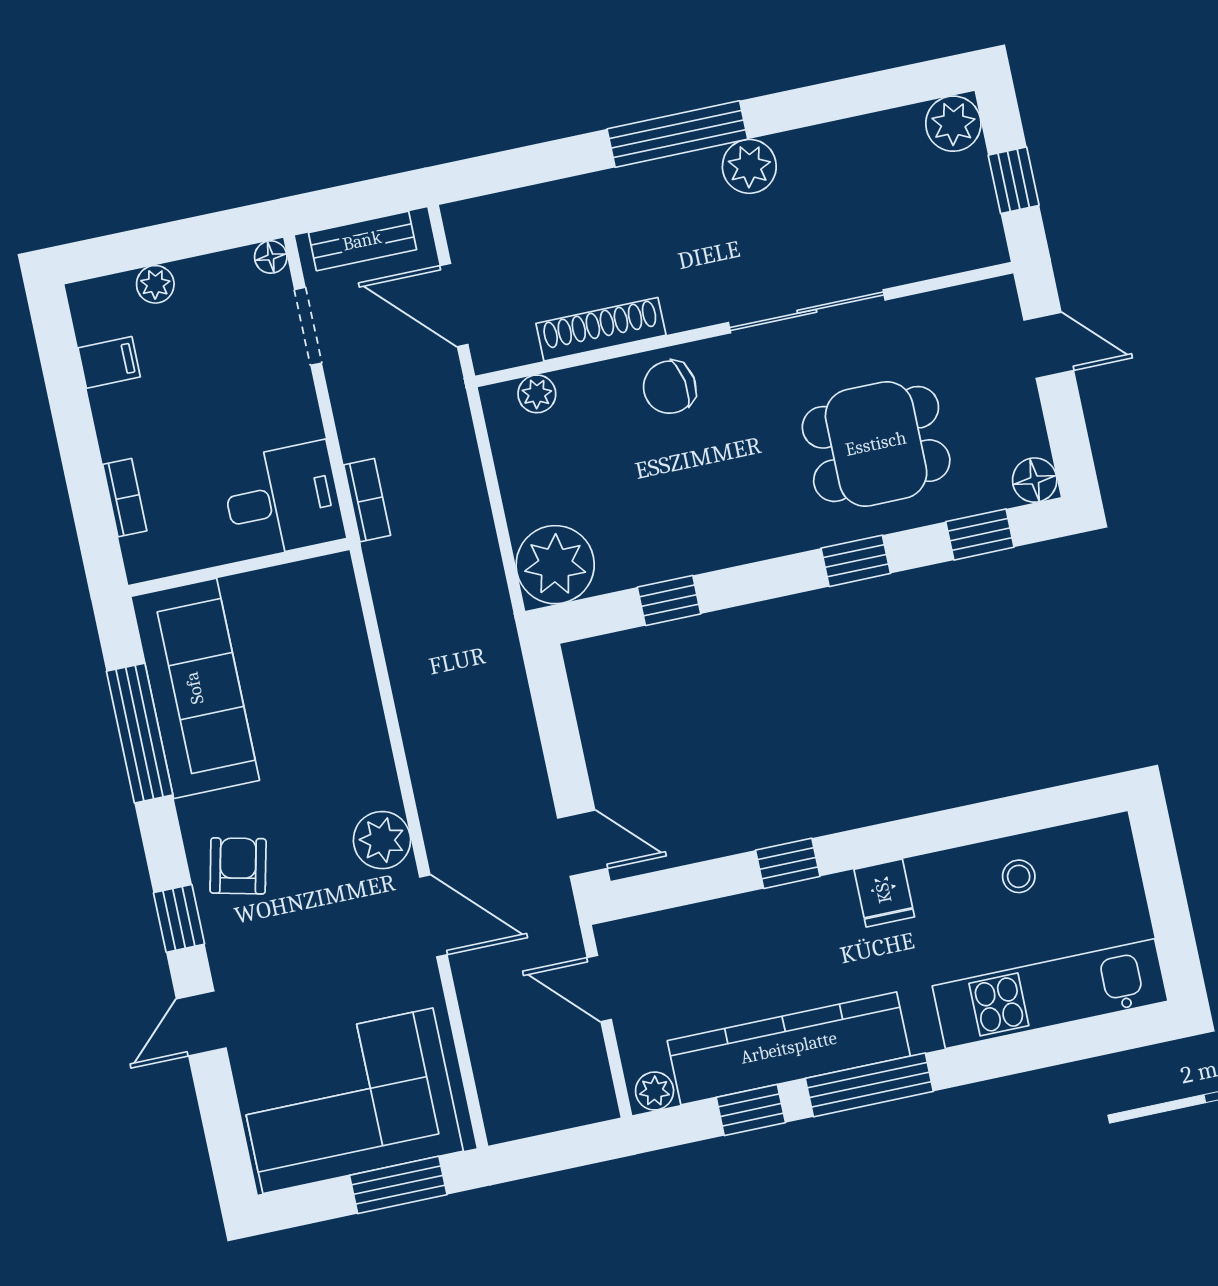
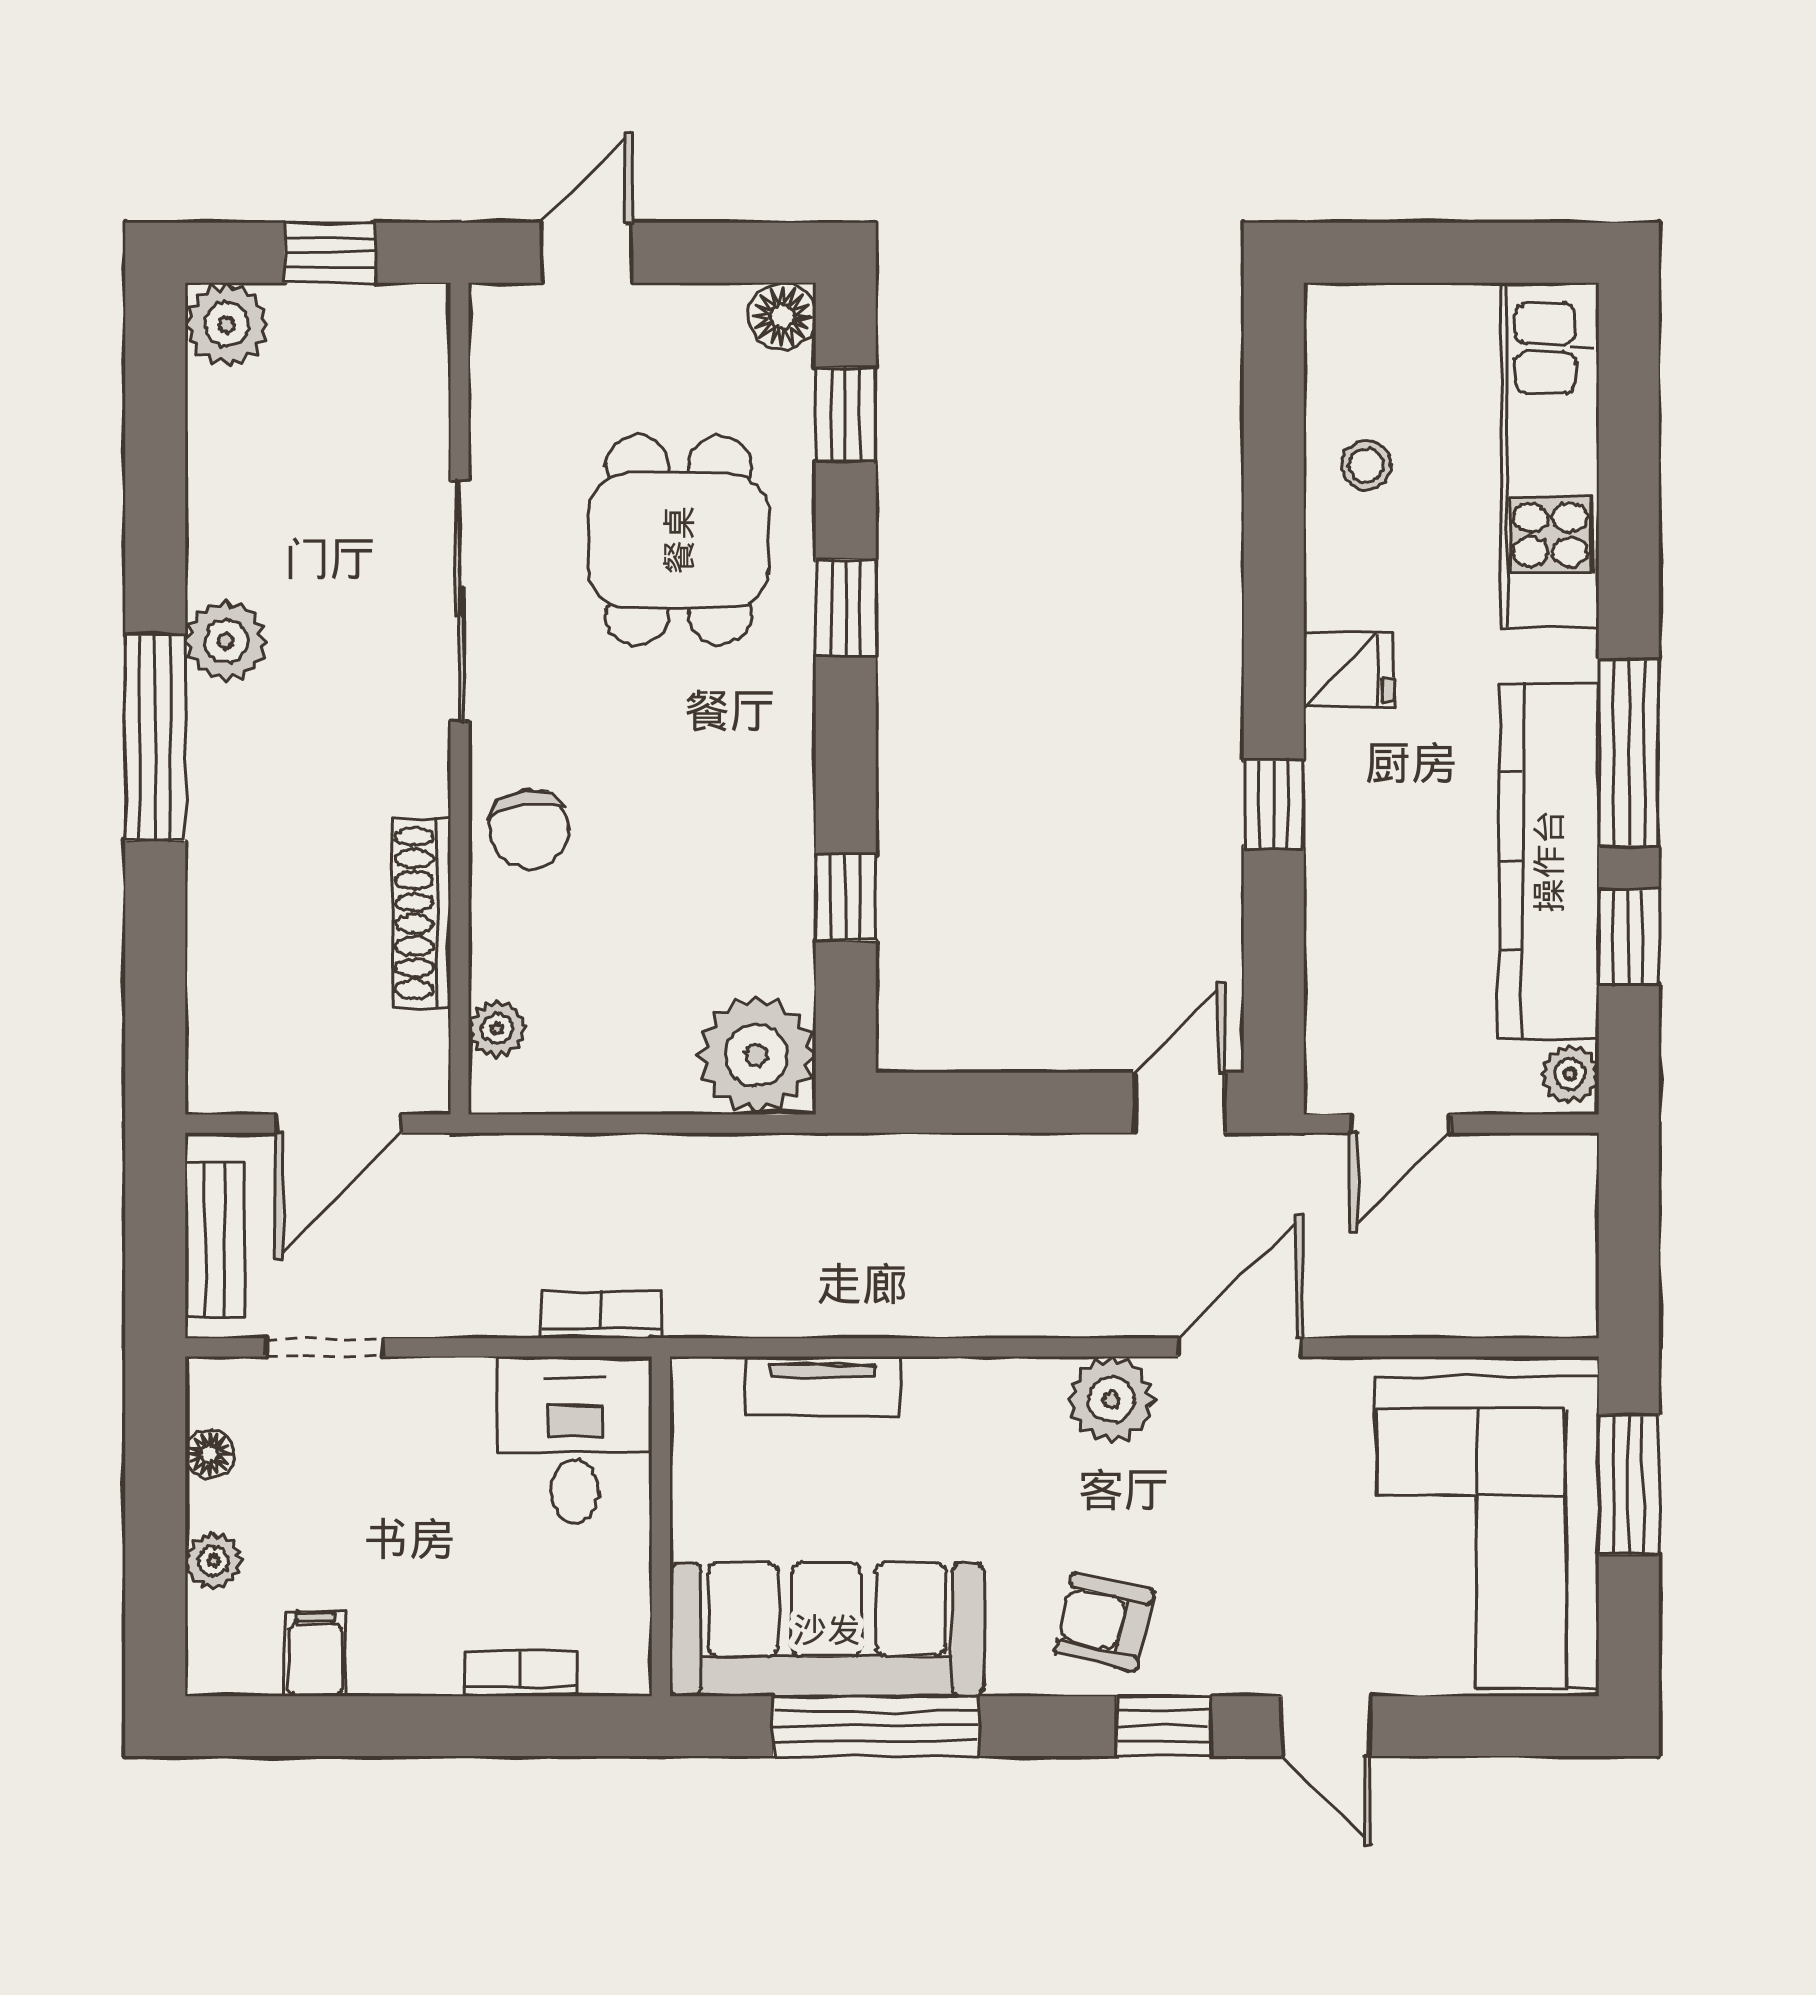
floor lamp: (271, 257) -> (210, 1454), moved
tv unit: (351, 653) -> (823, 1386), added

